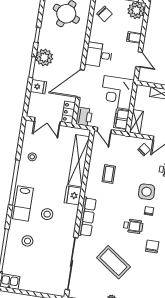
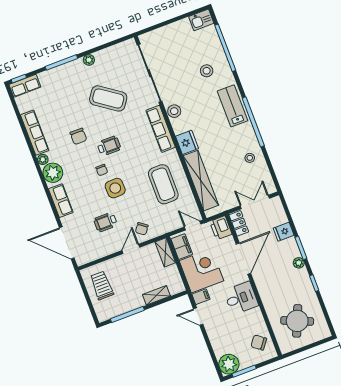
filing cabinet: (134, 37) -> (201, 297), moved
plant: (44, 57) -> (299, 263), width x0.53, depth x0.53
coffee table: (109, 174) -> (163, 184), width x1.86, depth x1.72
stool: (47, 214) -> (174, 111), moved
wheelchair: (133, 226) -> (109, 146), turned 180

